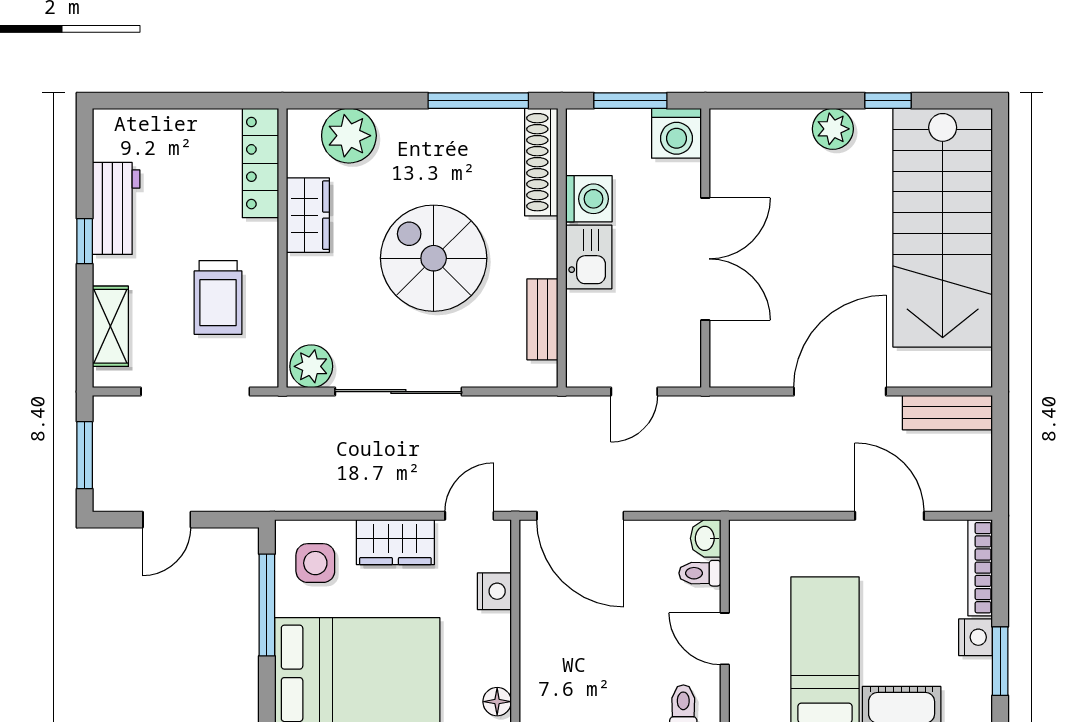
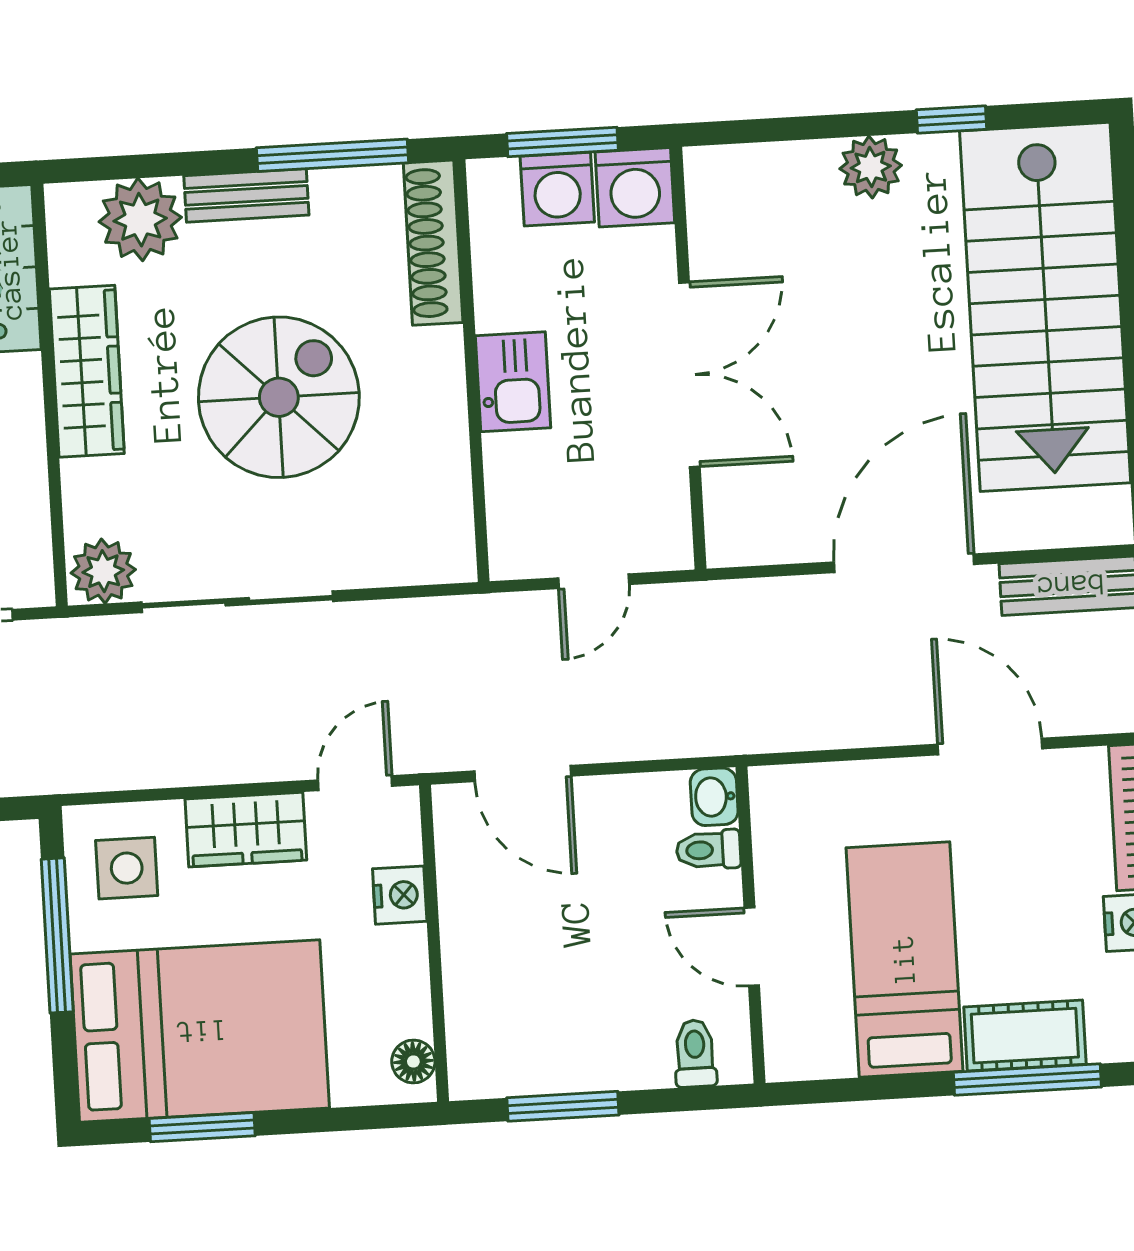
washing machine: (589, 199) -> (557, 189), moved, turned 90
wardrobe: (308, 215) -> (87, 371), width x1.50
spiral stairs: (434, 258) -> (279, 397), turned 90
bench: (542, 319) -> (246, 195), moved, turned 90
door: (580, 516) -> (523, 773), width x0.73

